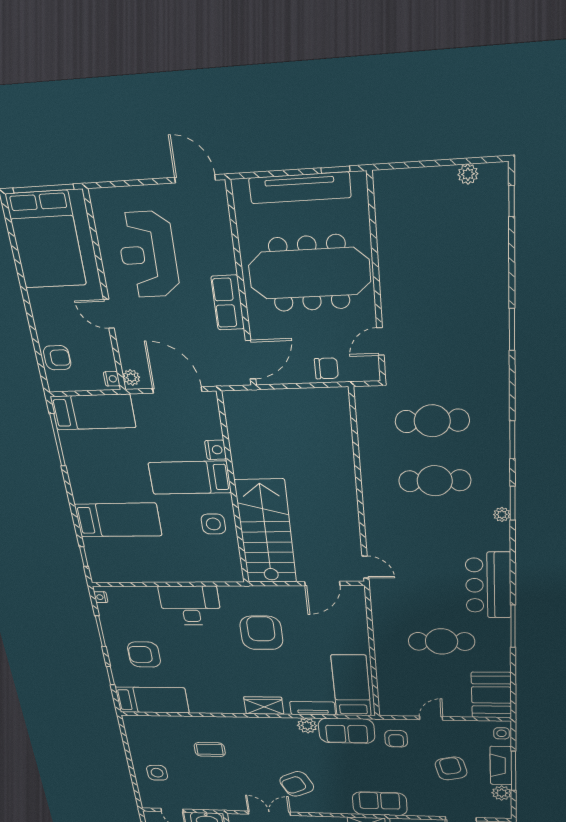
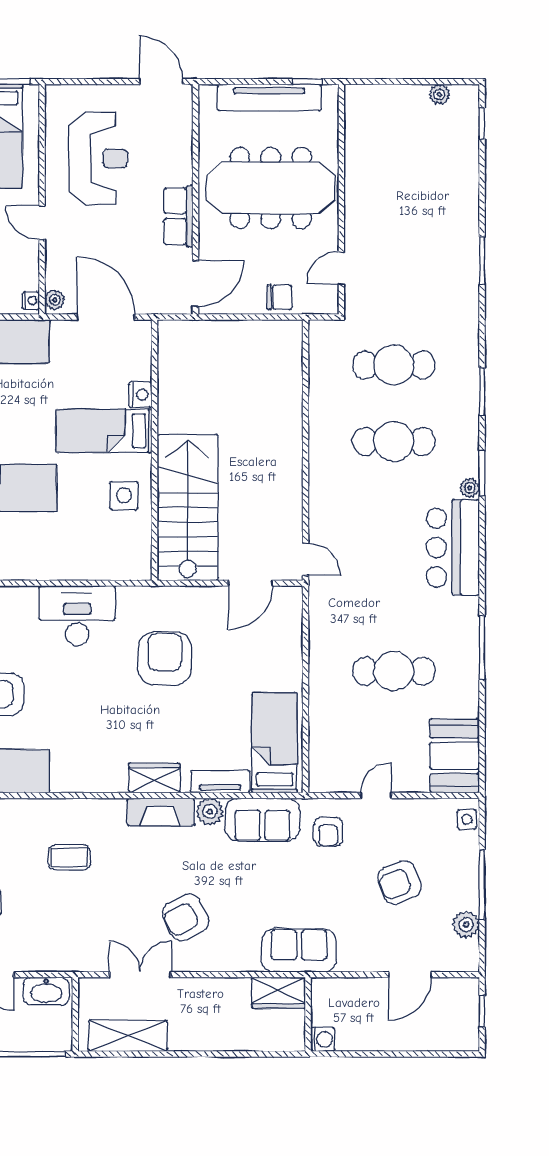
reception desk: (148, 255) -> (98, 159), turned 180
bar counter: (488, 585) -> (453, 548), moved
fireplace: (501, 766) -> (161, 812), moved, turned -90
armchair: (451, 768) -> (399, 882), turned -99

